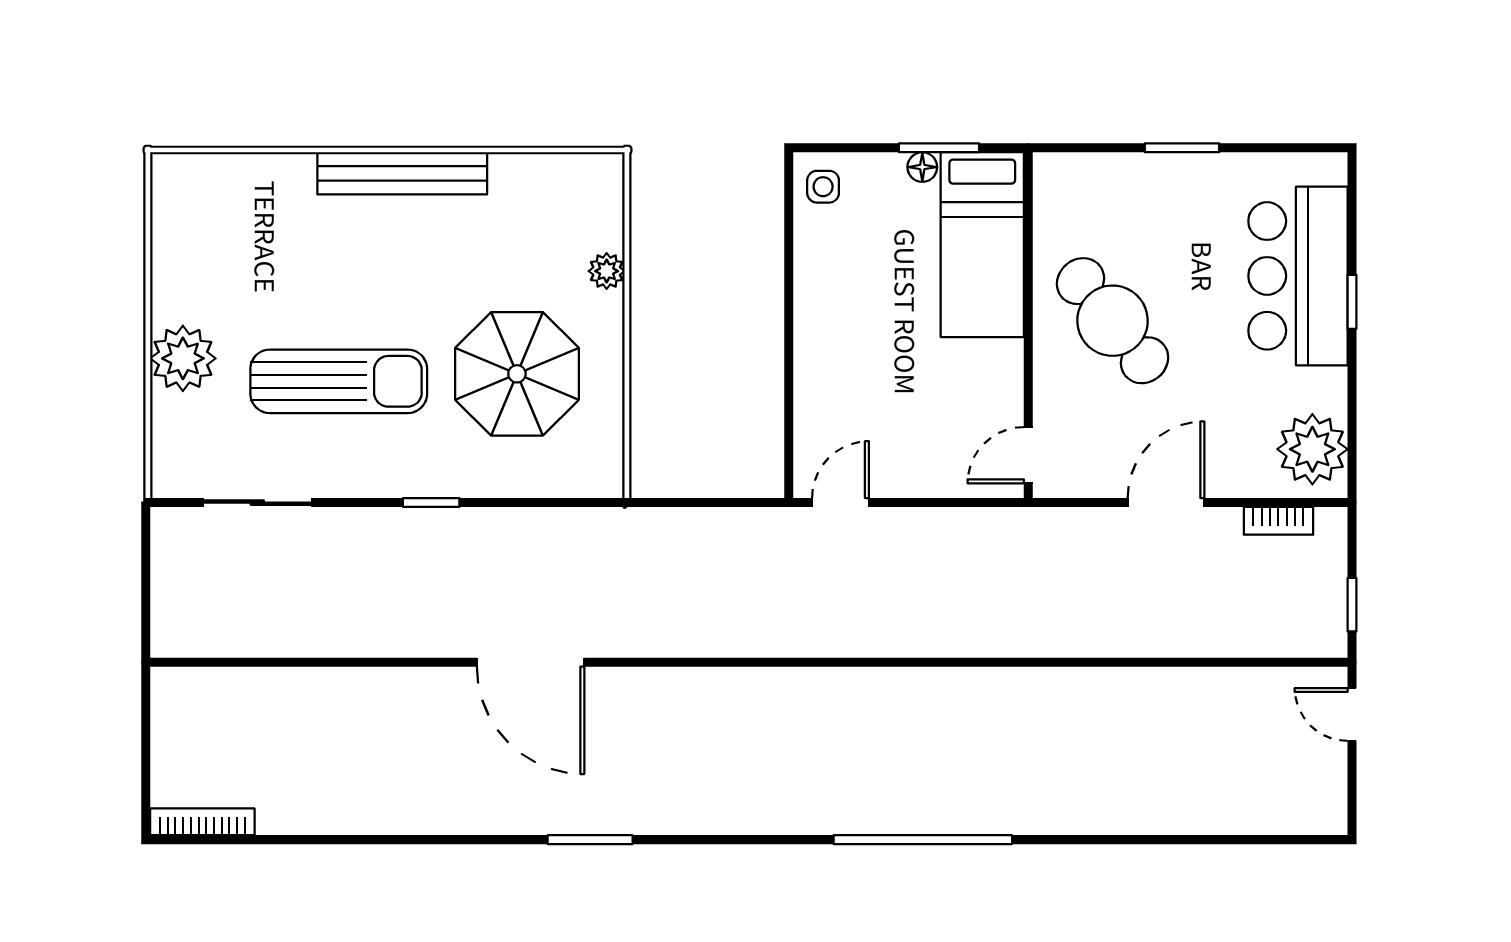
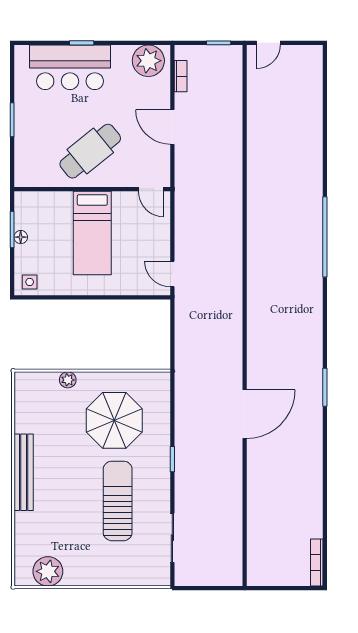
bed: (982, 245) -> (92, 233), moved, turned 90
plant: (183, 358) -> (48, 571), moved

